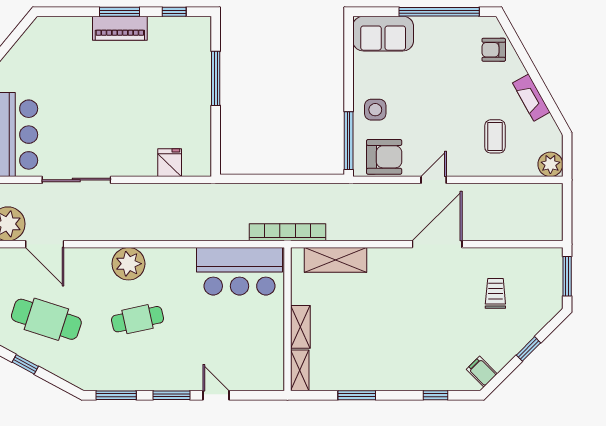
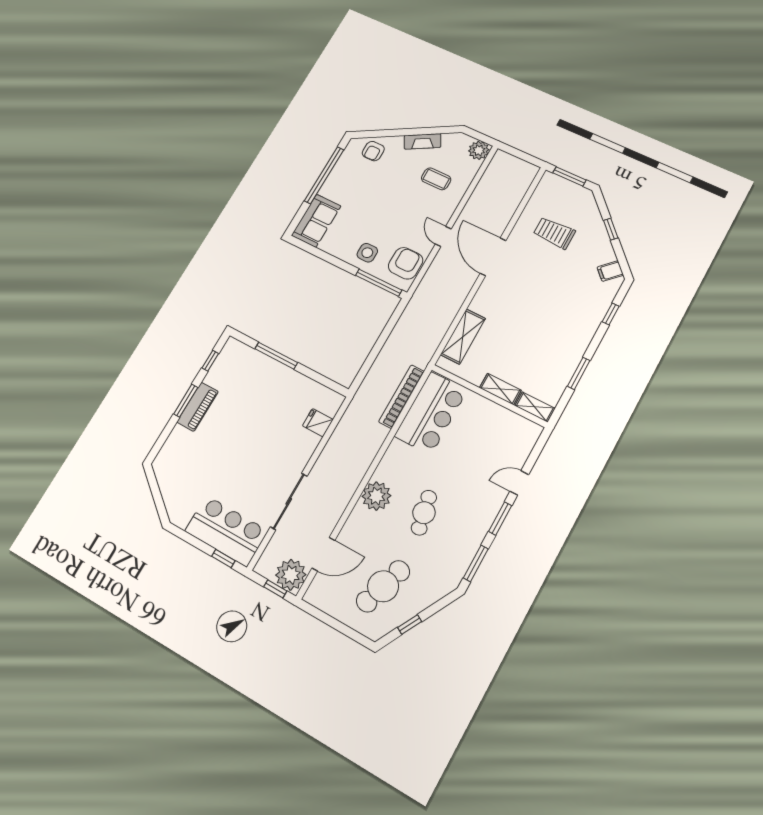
bookcase: (287, 232) -> (402, 397), moved
trolley: (495, 293) -> (554, 233), width x1.36, depth x1.39

